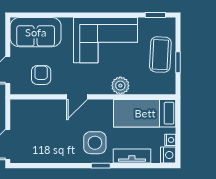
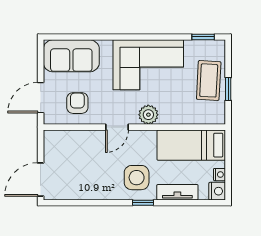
plant: (120, 86) -> (148, 115), moved

